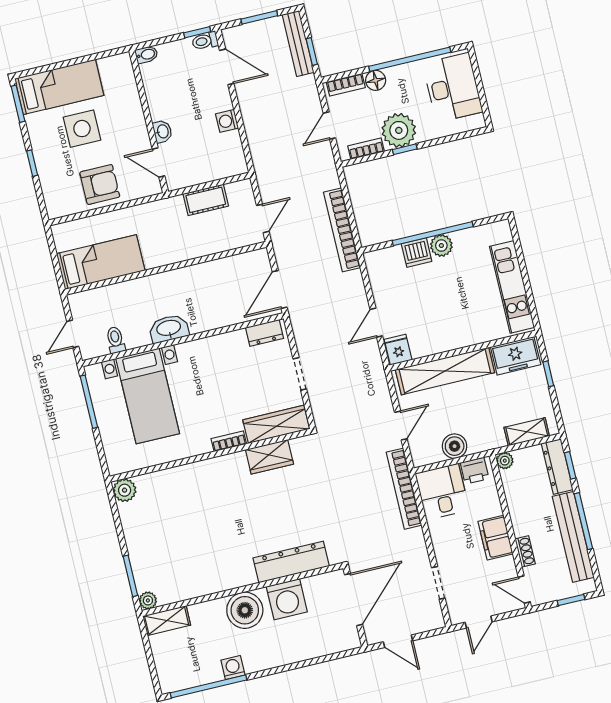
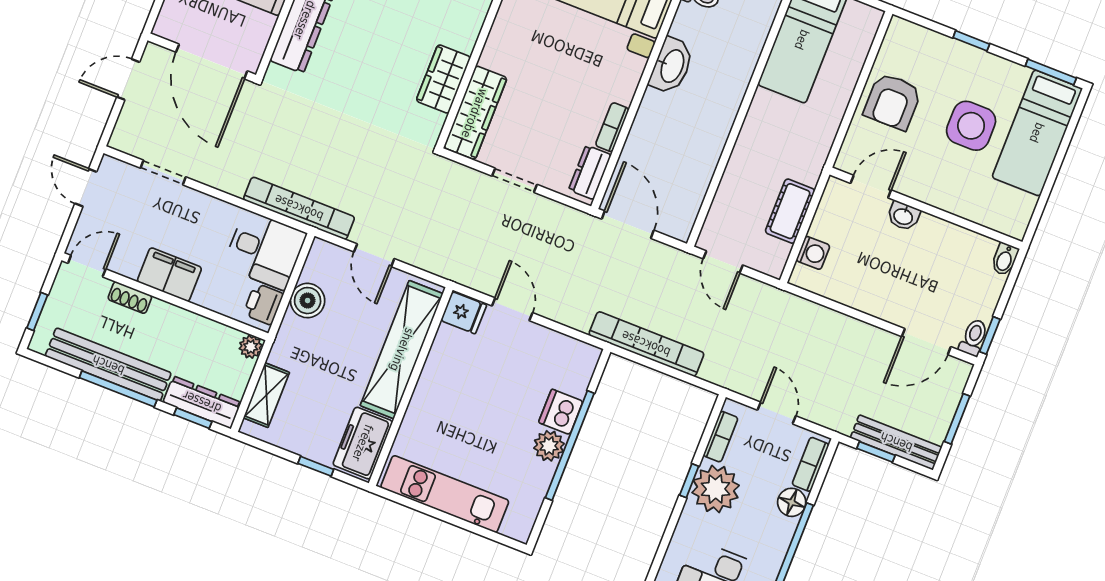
washing machine: (227, 121) -> (813, 253), moved, turned 90
bookcase: (229, 441) -> (612, 127), moved, turned 180

